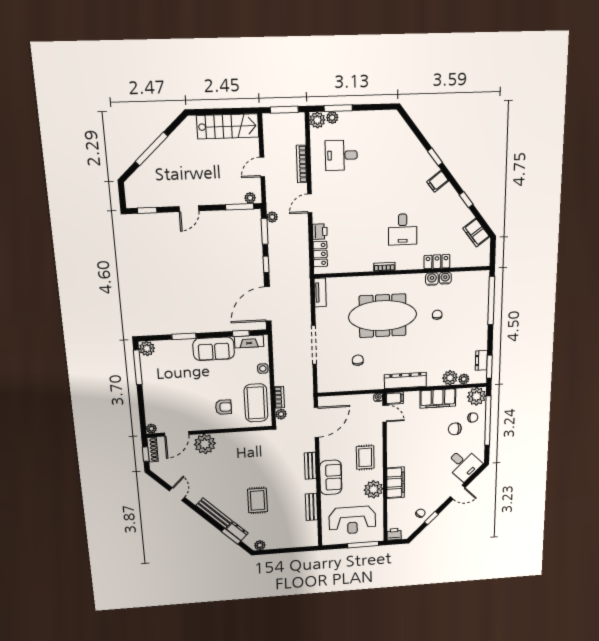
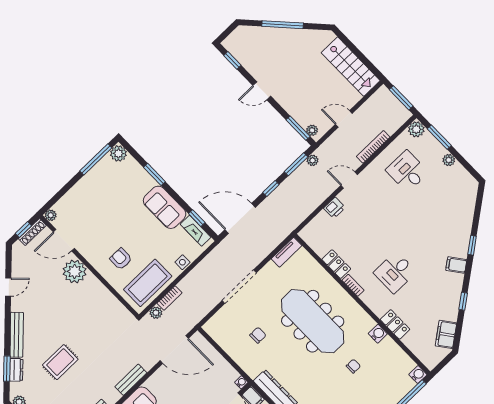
plant: (332, 118) -> (449, 160), moved
locker: (320, 254) -> (336, 264), moved, turned -90
water cooler: (445, 278) -> (418, 375), moved
armchair: (223, 407) -> (121, 259), turned 180

